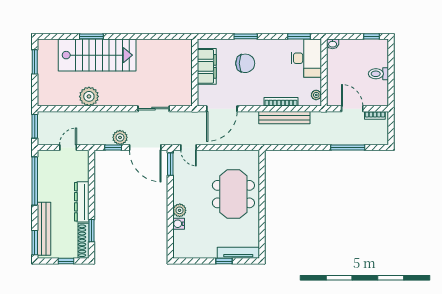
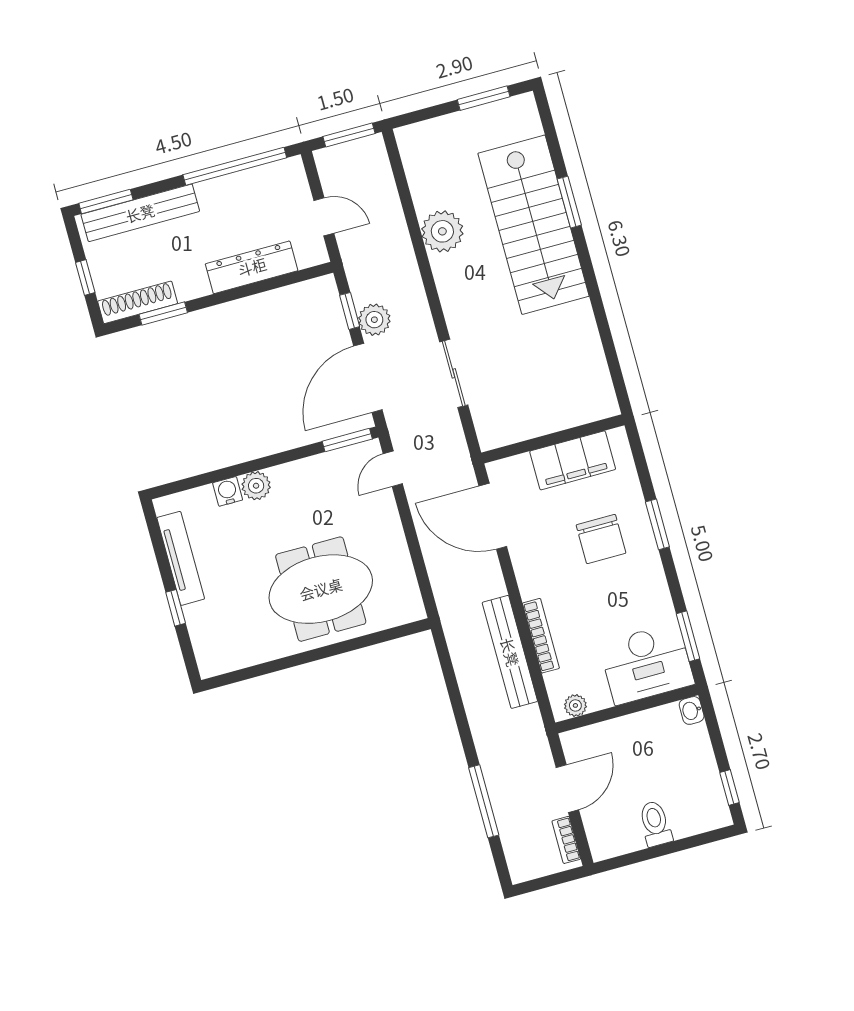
dresser: (82, 202) -> (252, 267), moved
tv unit: (238, 253) -> (181, 558), moved

